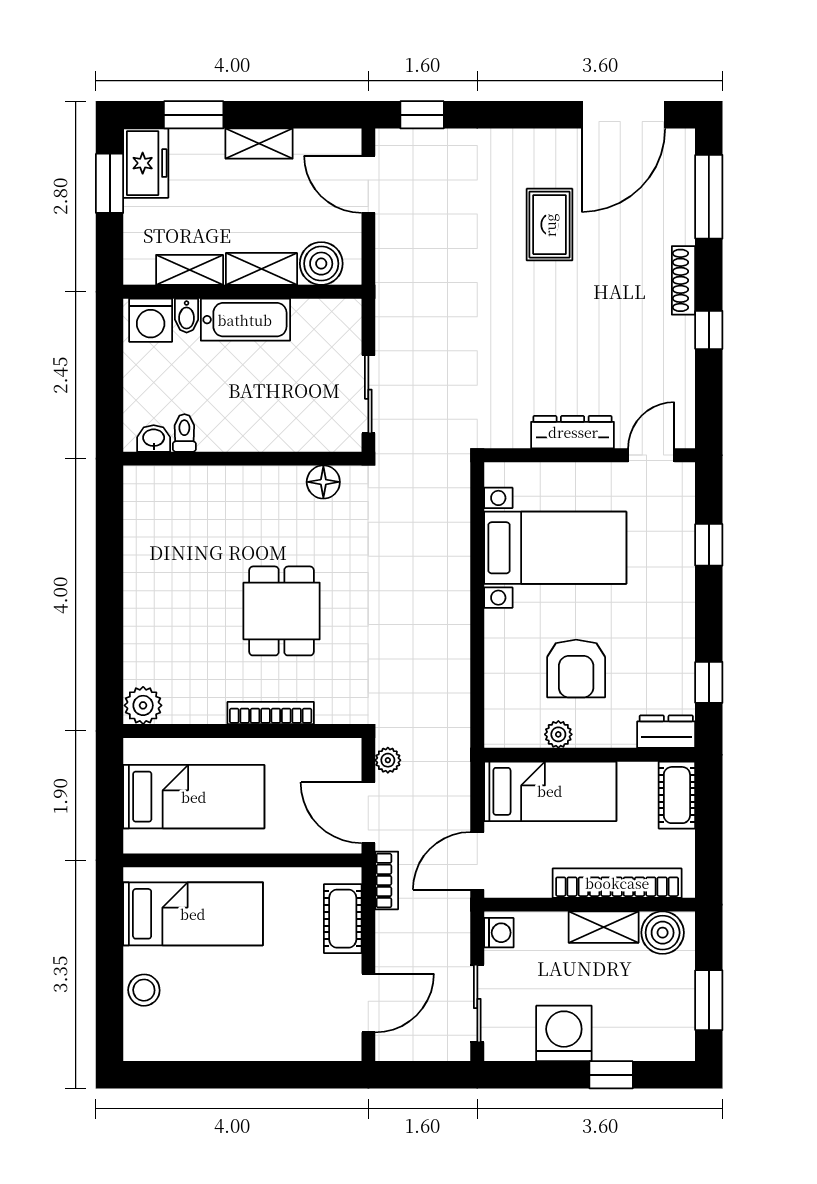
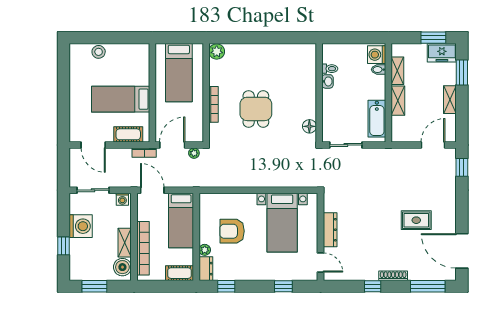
boiler: (321, 264) -> (400, 125), removed
bathtub: (245, 320) -> (377, 119), moved
washbasin: (154, 438) -> (328, 81), moved
dining table: (282, 611) -> (256, 109), turned 90
plant: (558, 734) -> (205, 250), moved
bed: (193, 914) -> (121, 99), moved, turned 90

